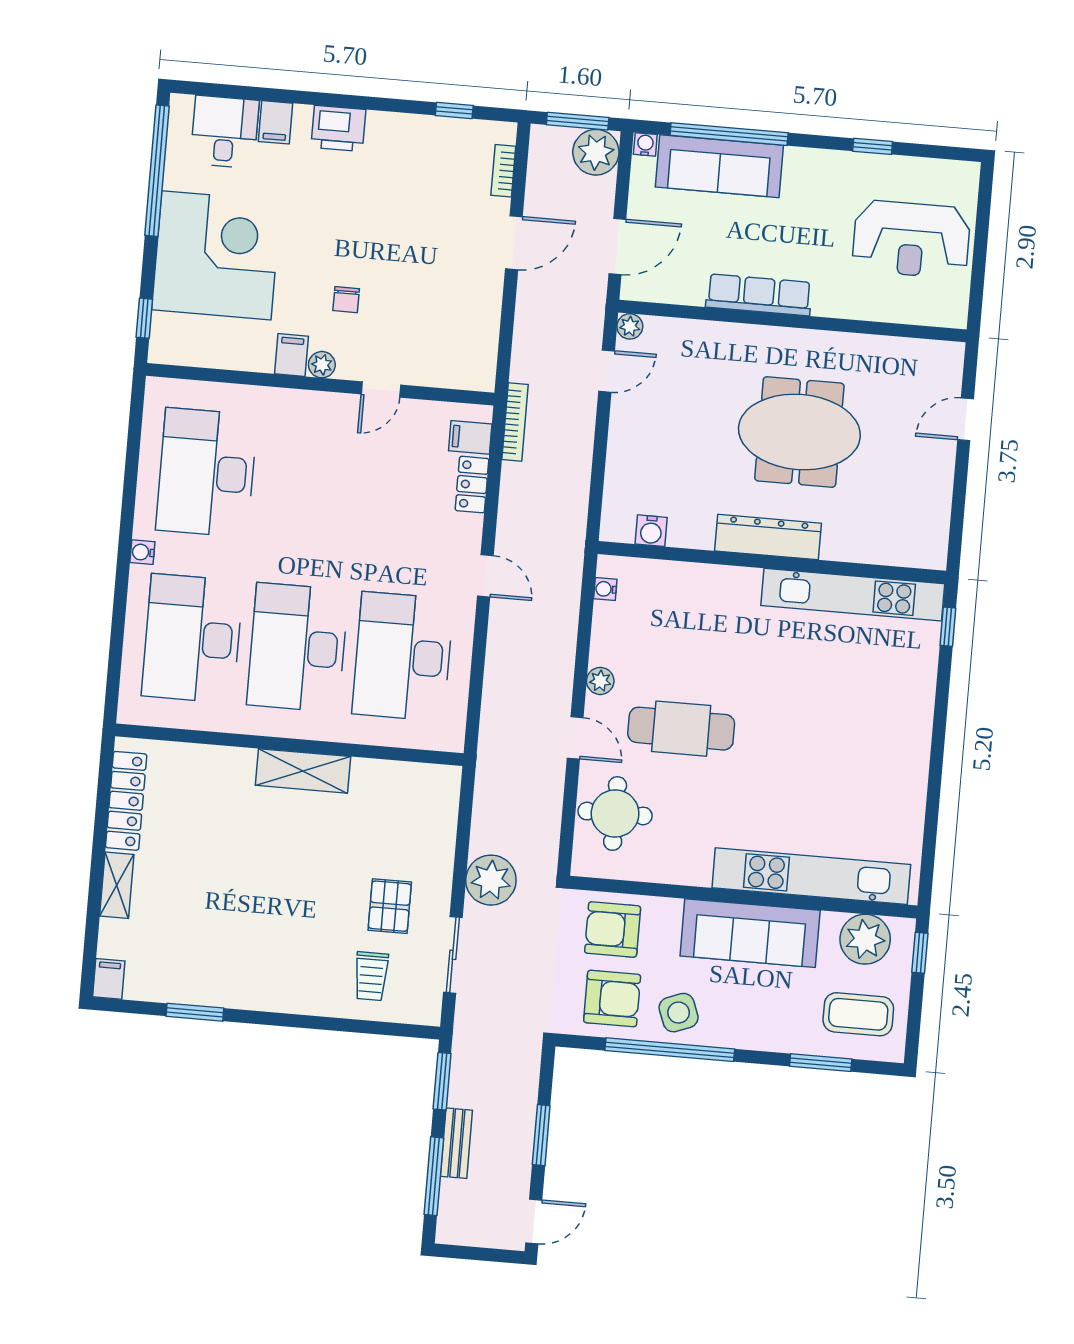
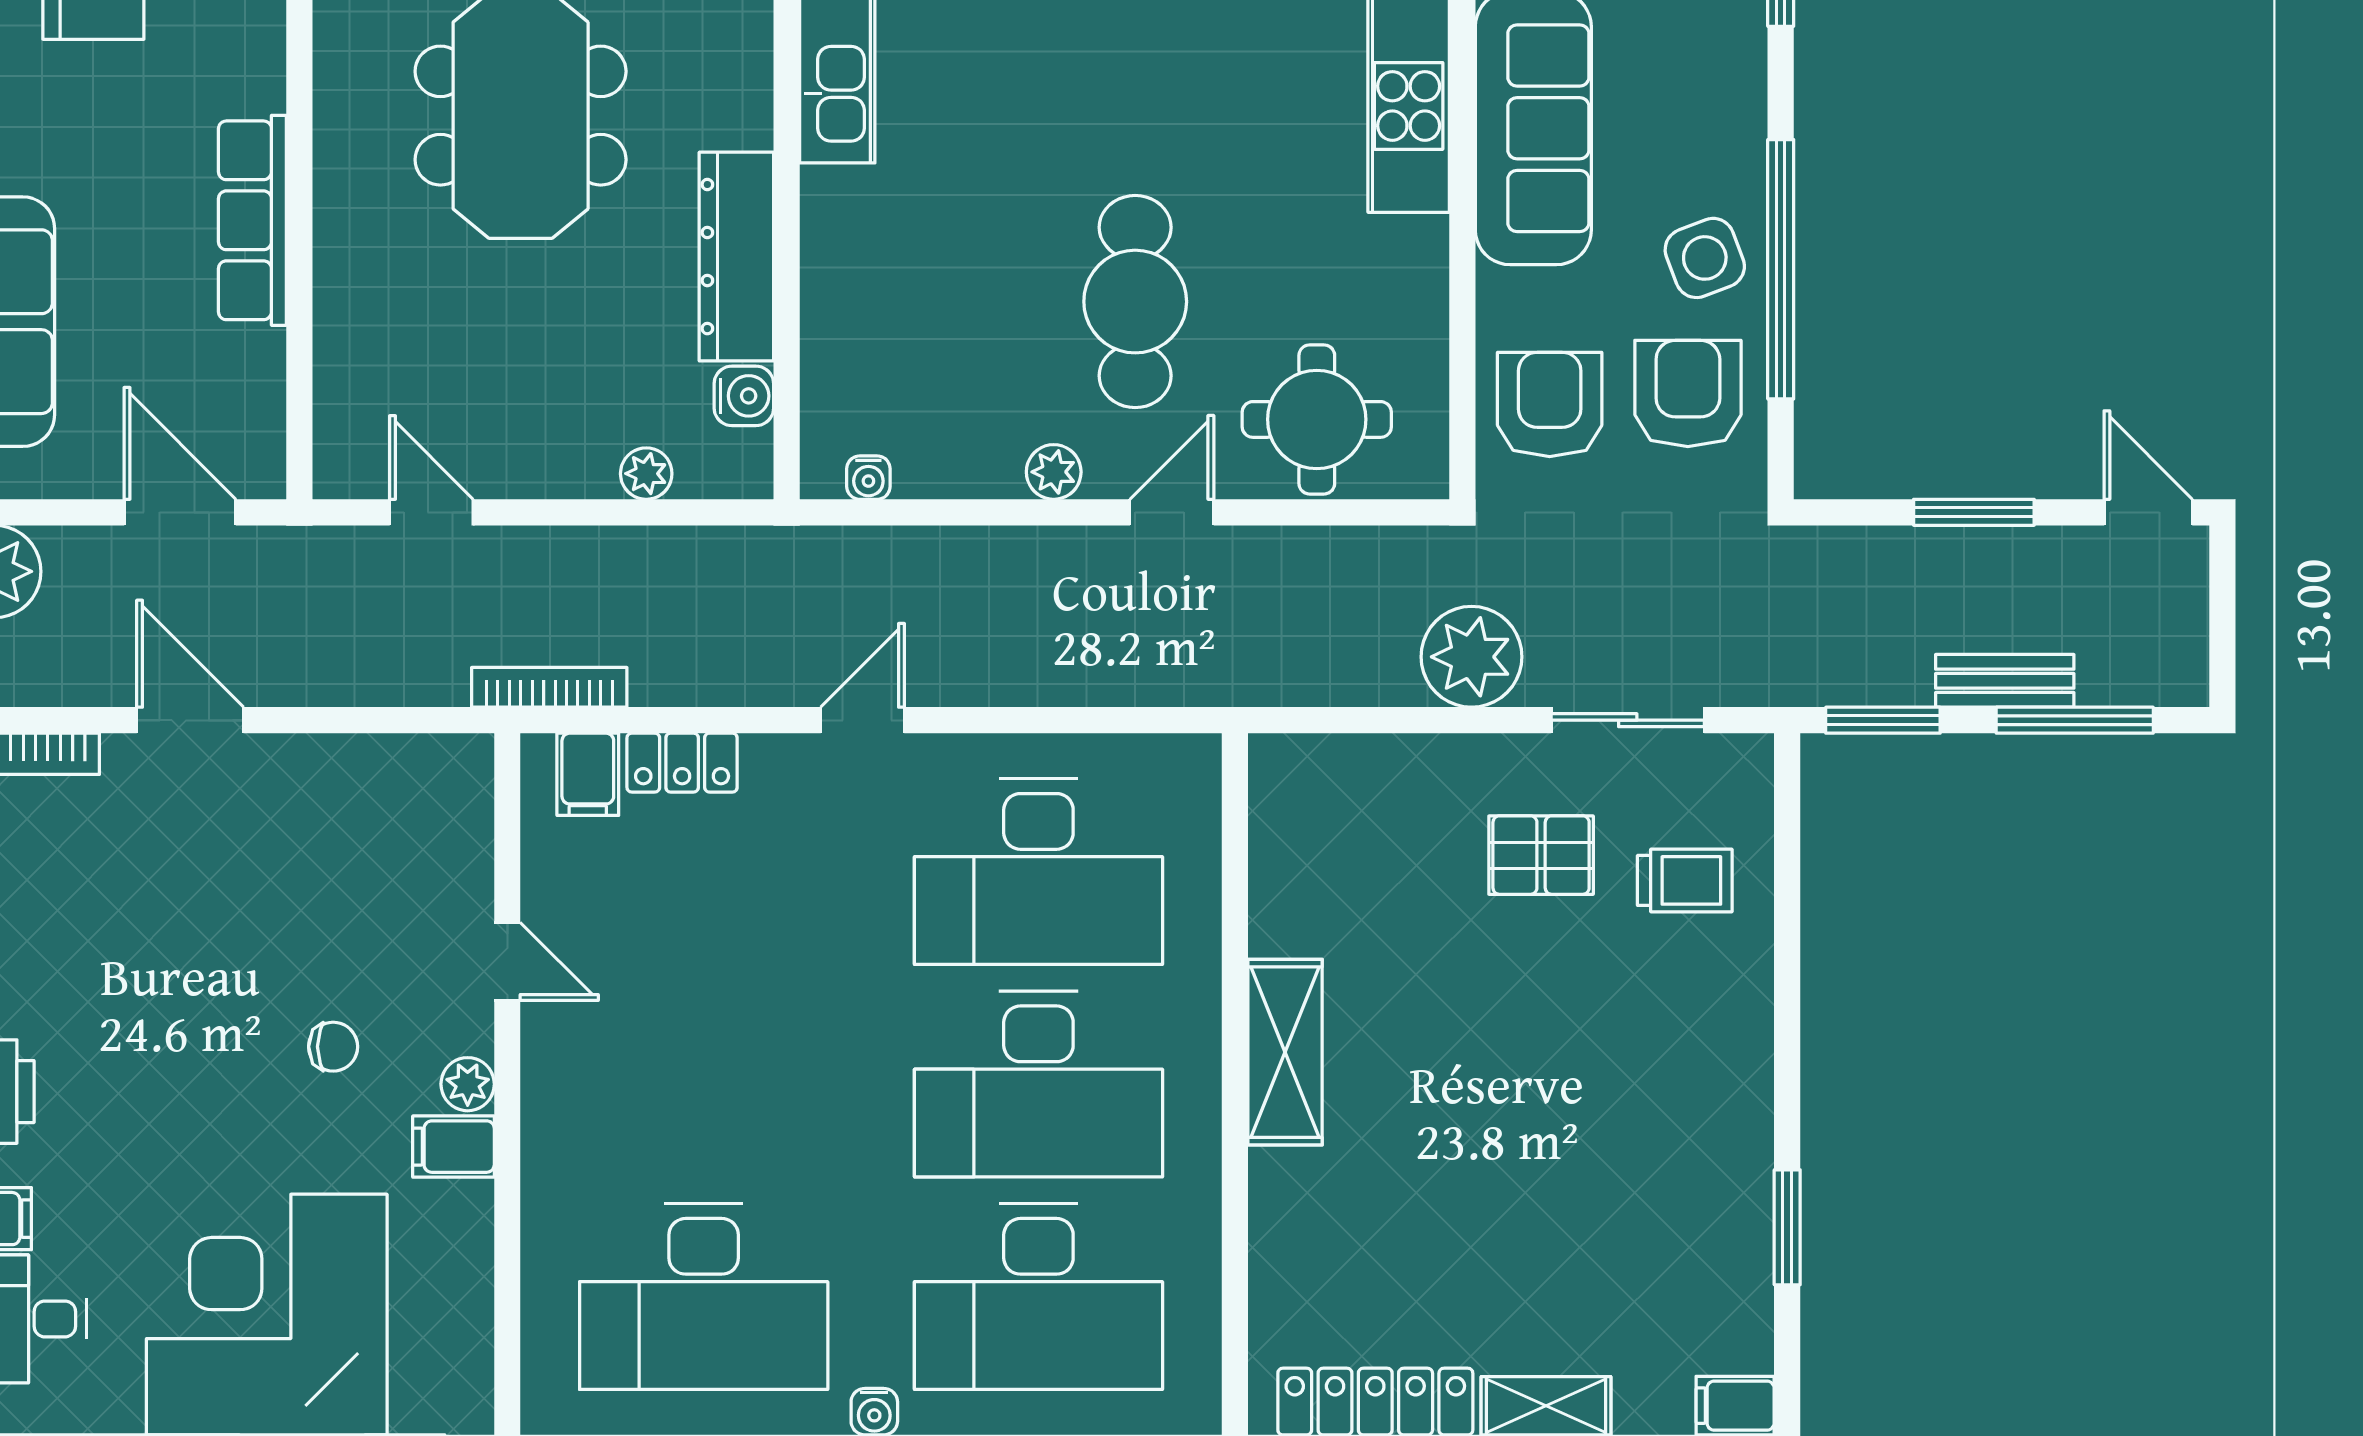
plant: (630, 326) -> (646, 474), moved
dresser: (768, 537) -> (736, 257), moved
armchair: (613, 930) -> (1550, 404), turned 180

